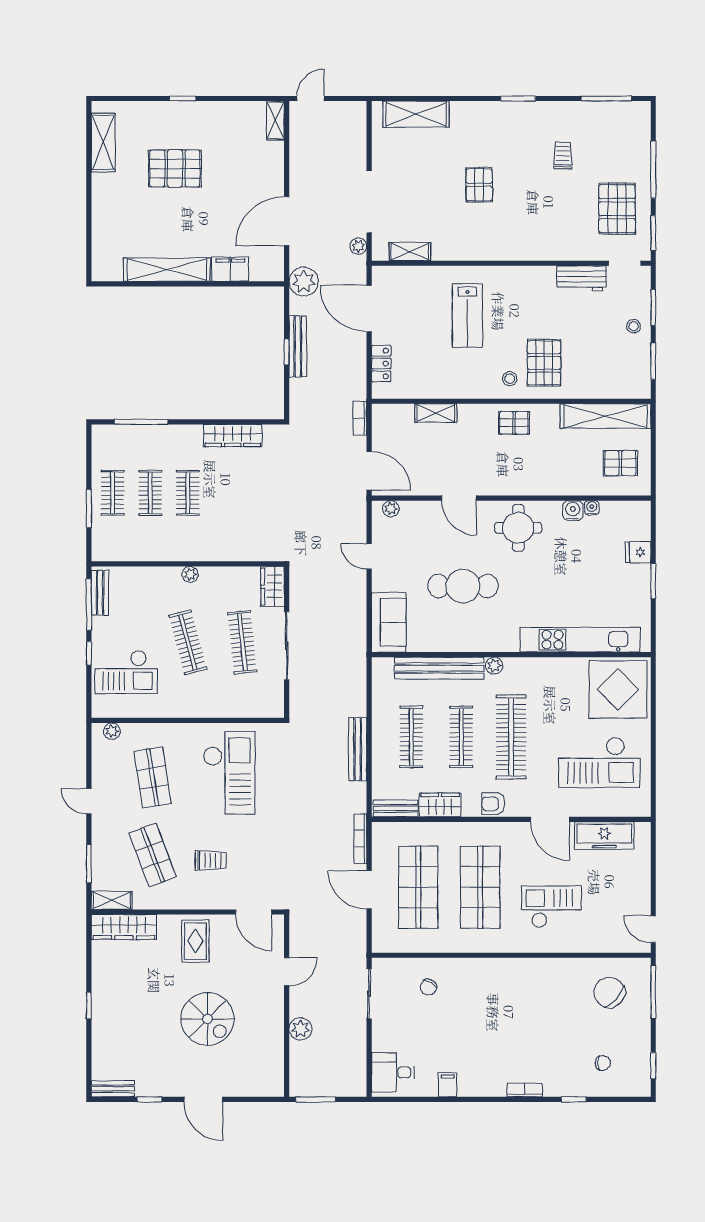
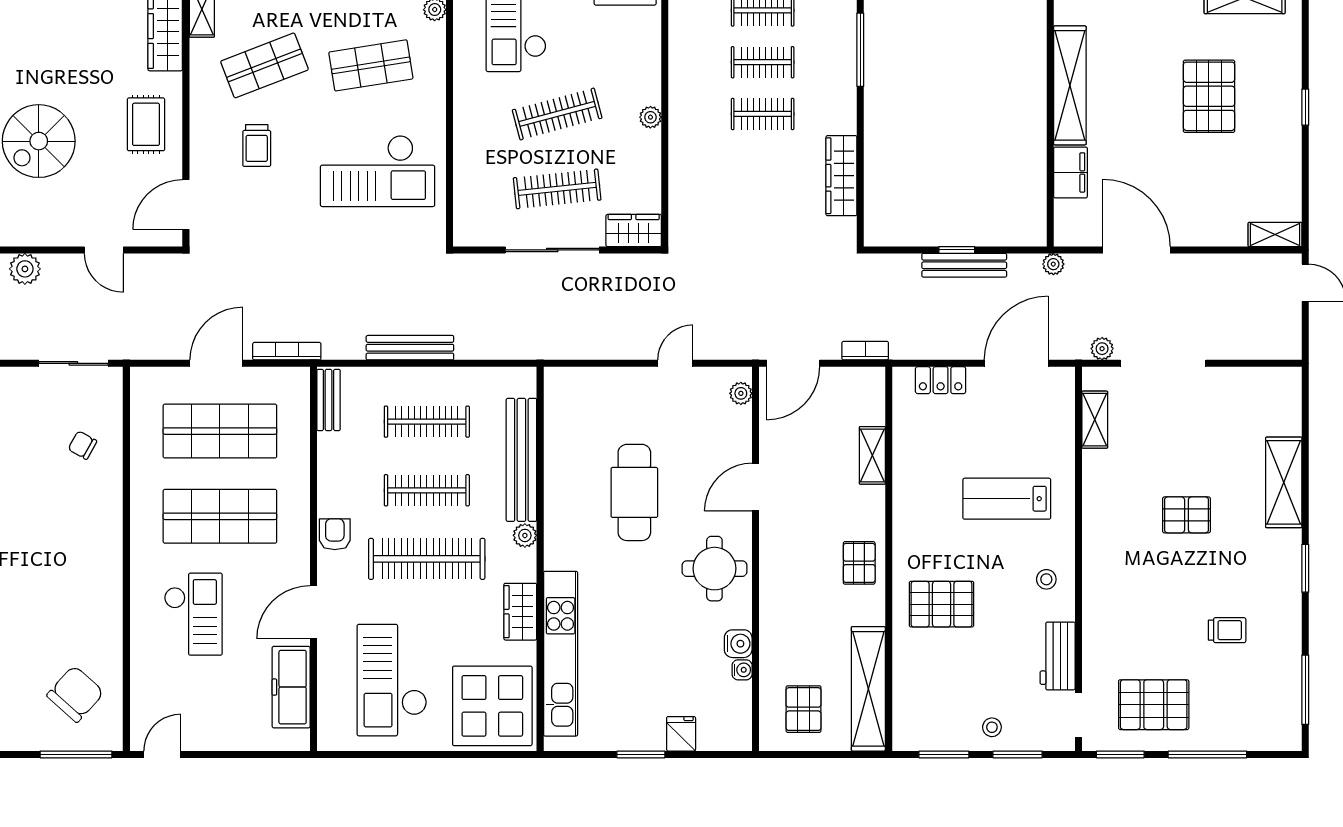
shelving: (416, 114) -> (1284, 482), moved
plant: (304, 282) -> (1053, 264), width x0.53, depth x0.53
stool: (510, 379) -> (1046, 579), moved
sofa: (389, 622) -> (585, 391), removed
wardrobe: (440, 805) -> (520, 612), moved, turned 180
rug: (195, 941) -> (146, 124), turned 90

